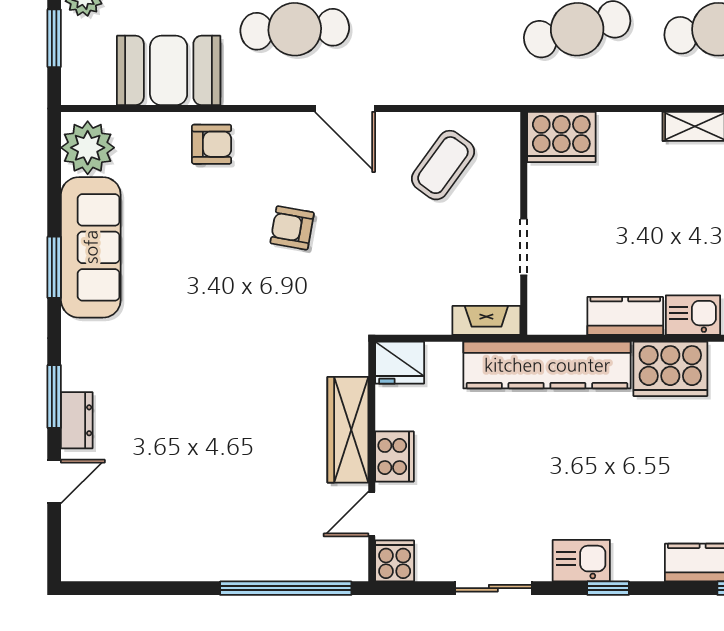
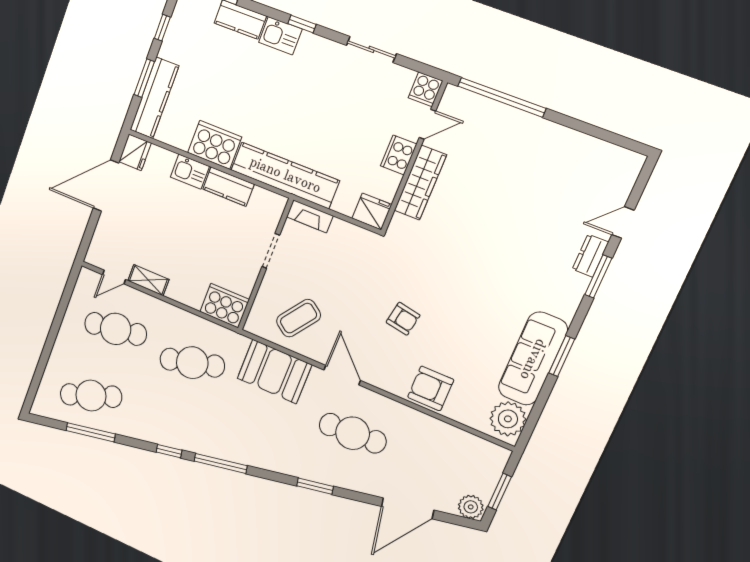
booth: (169, 70) -> (274, 371), moved
armchair: (212, 144) -> (431, 388), width x1.38, depth x1.38
kitchen sink: (581, 561) -> (280, 36), moved

